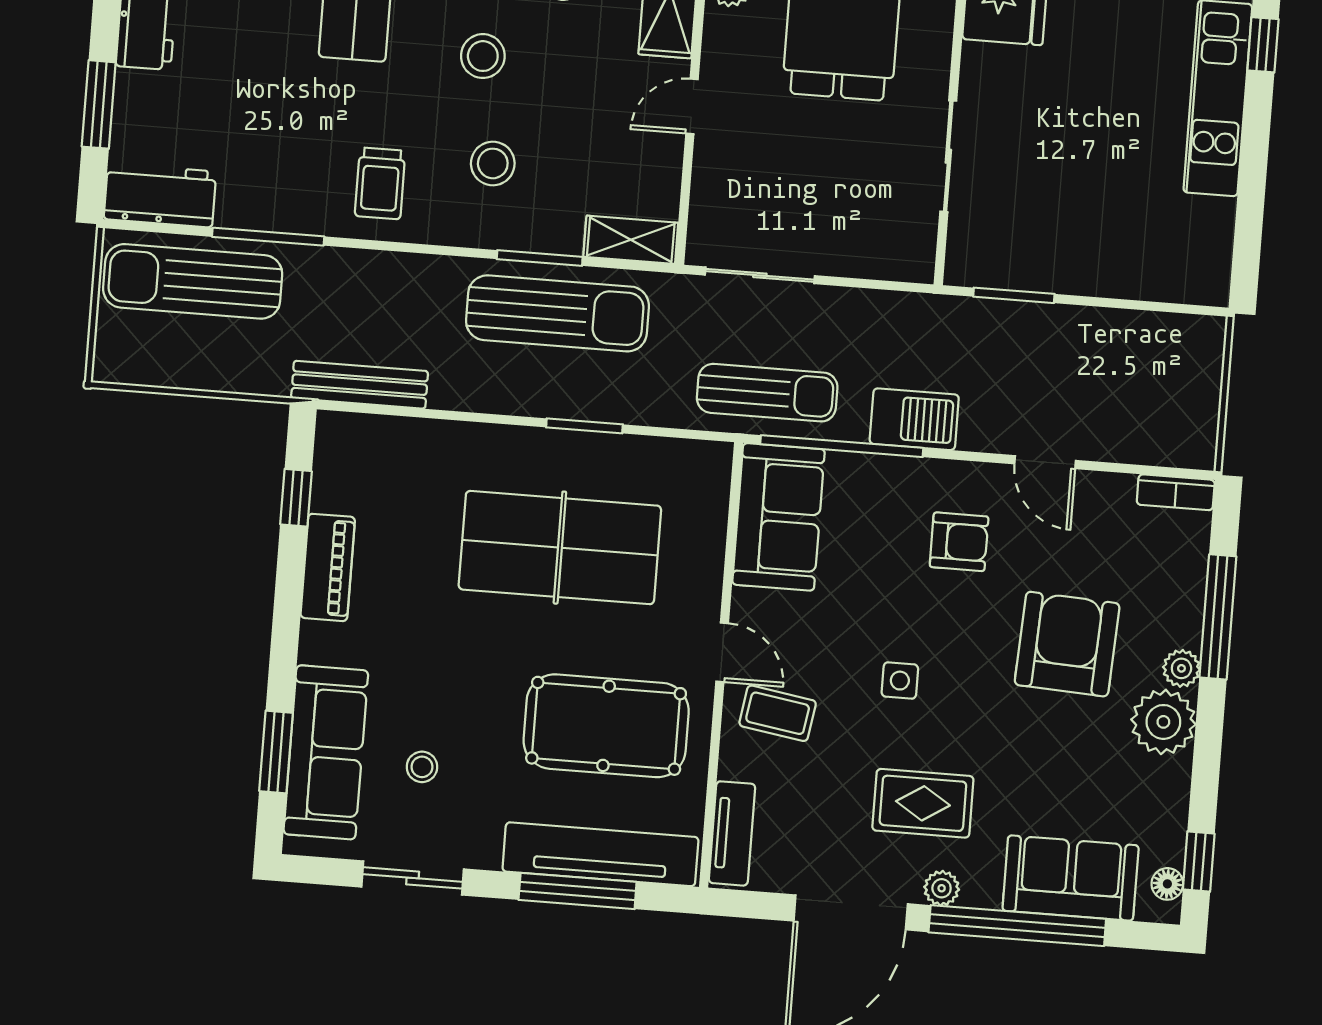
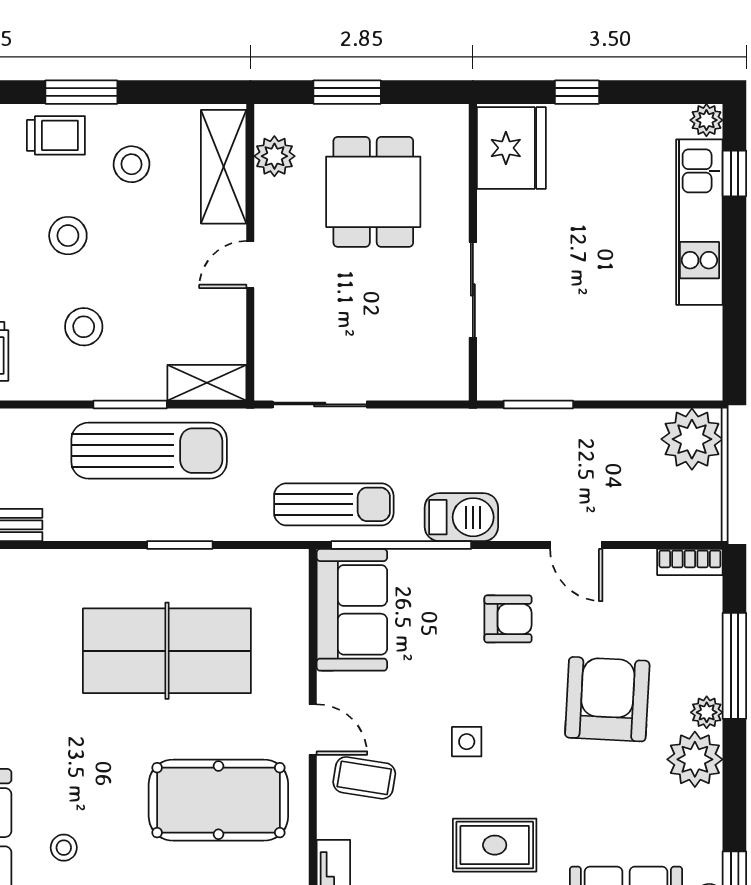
plant: (1189, 350) -> (692, 439), added

